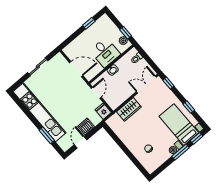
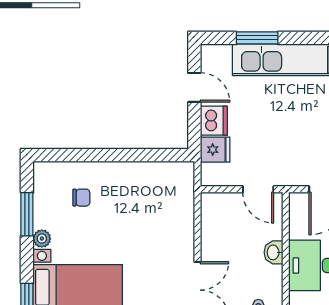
wardrobe: (129, 109) -> (180, 222), removed
fridge: (103, 111) -> (215, 150), moved
window: (180, 152) -> (27, 214), moved

